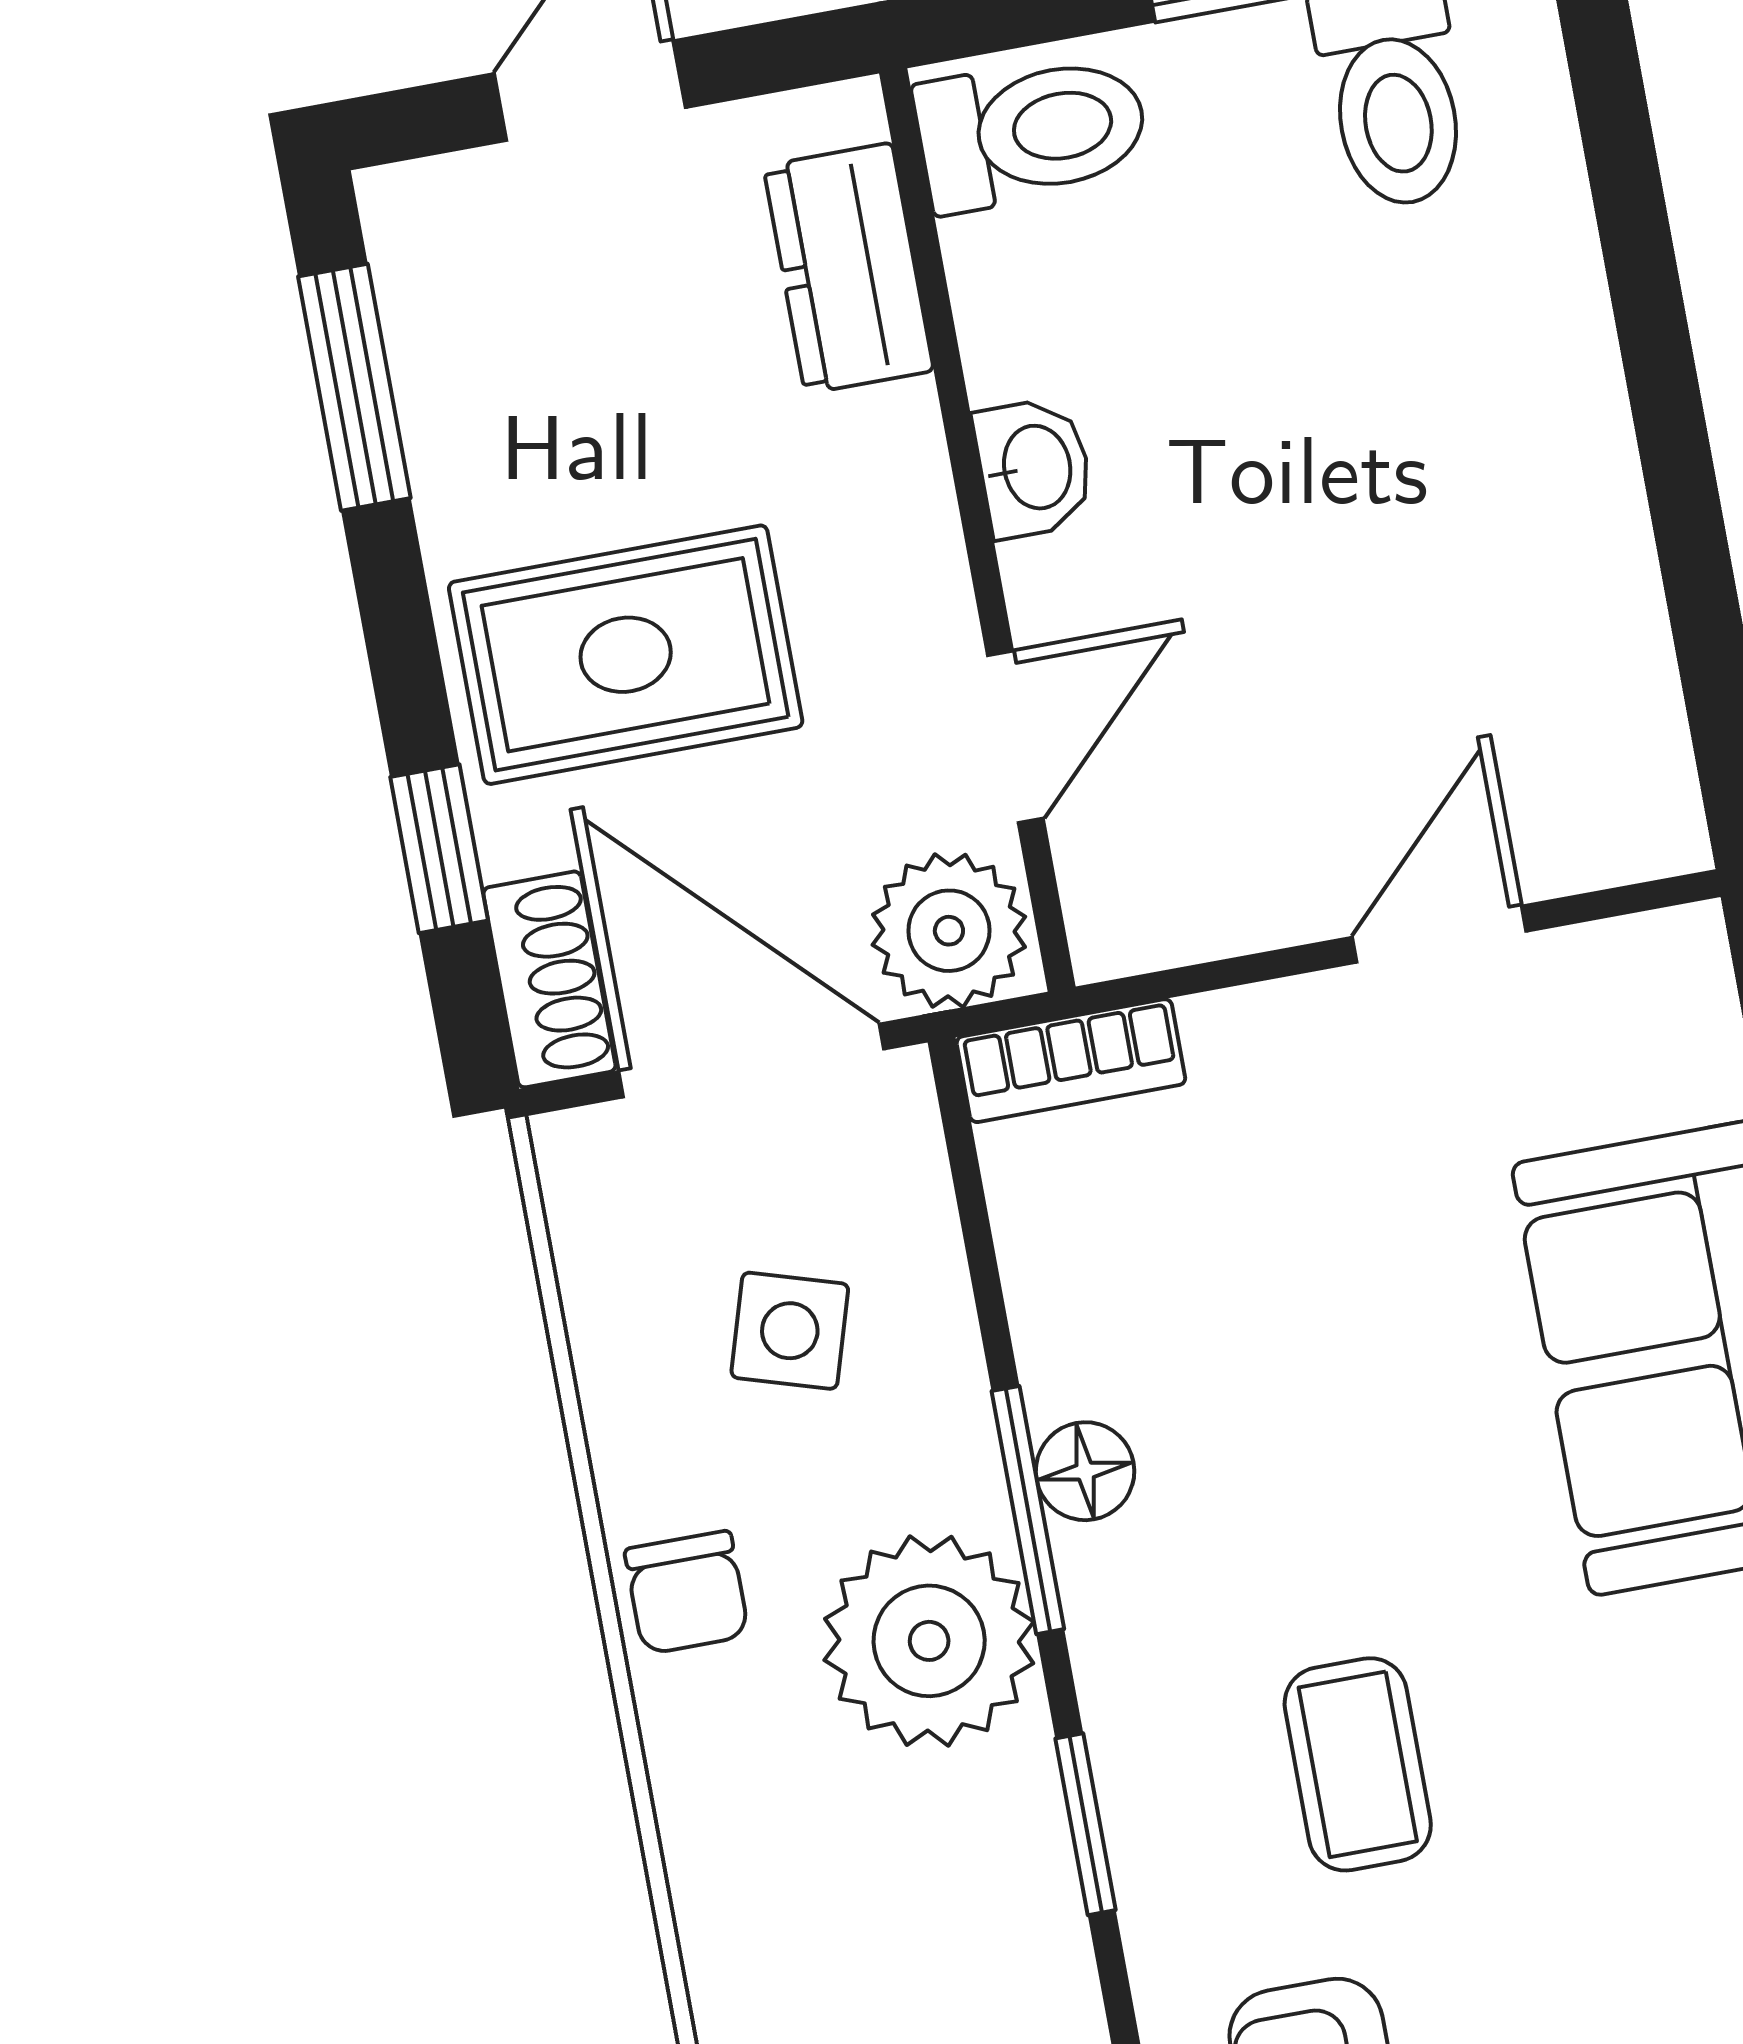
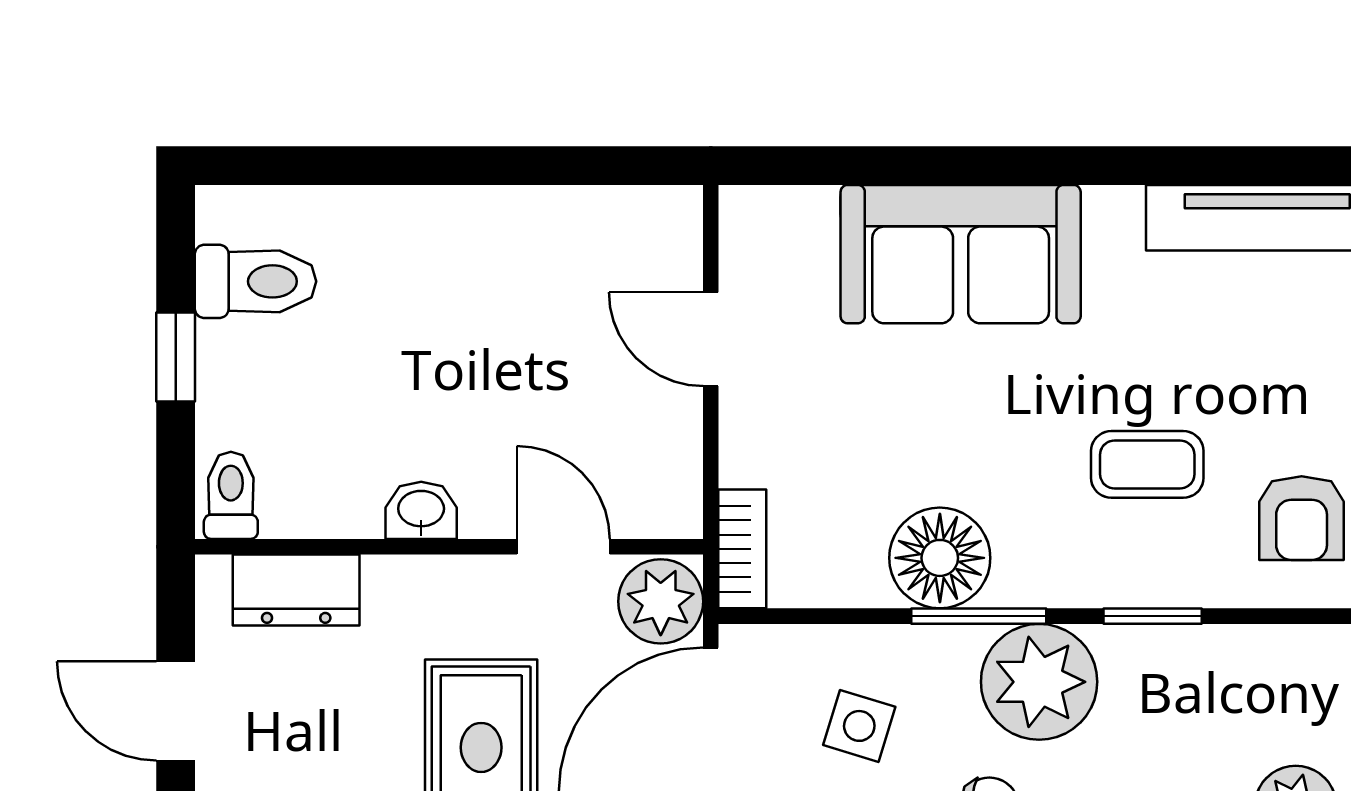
toilet: (1032, 131) -> (231, 495), width x0.73, depth x0.72
floor lamp: (1085, 1471) -> (940, 558), width x1.89, depth x1.89

